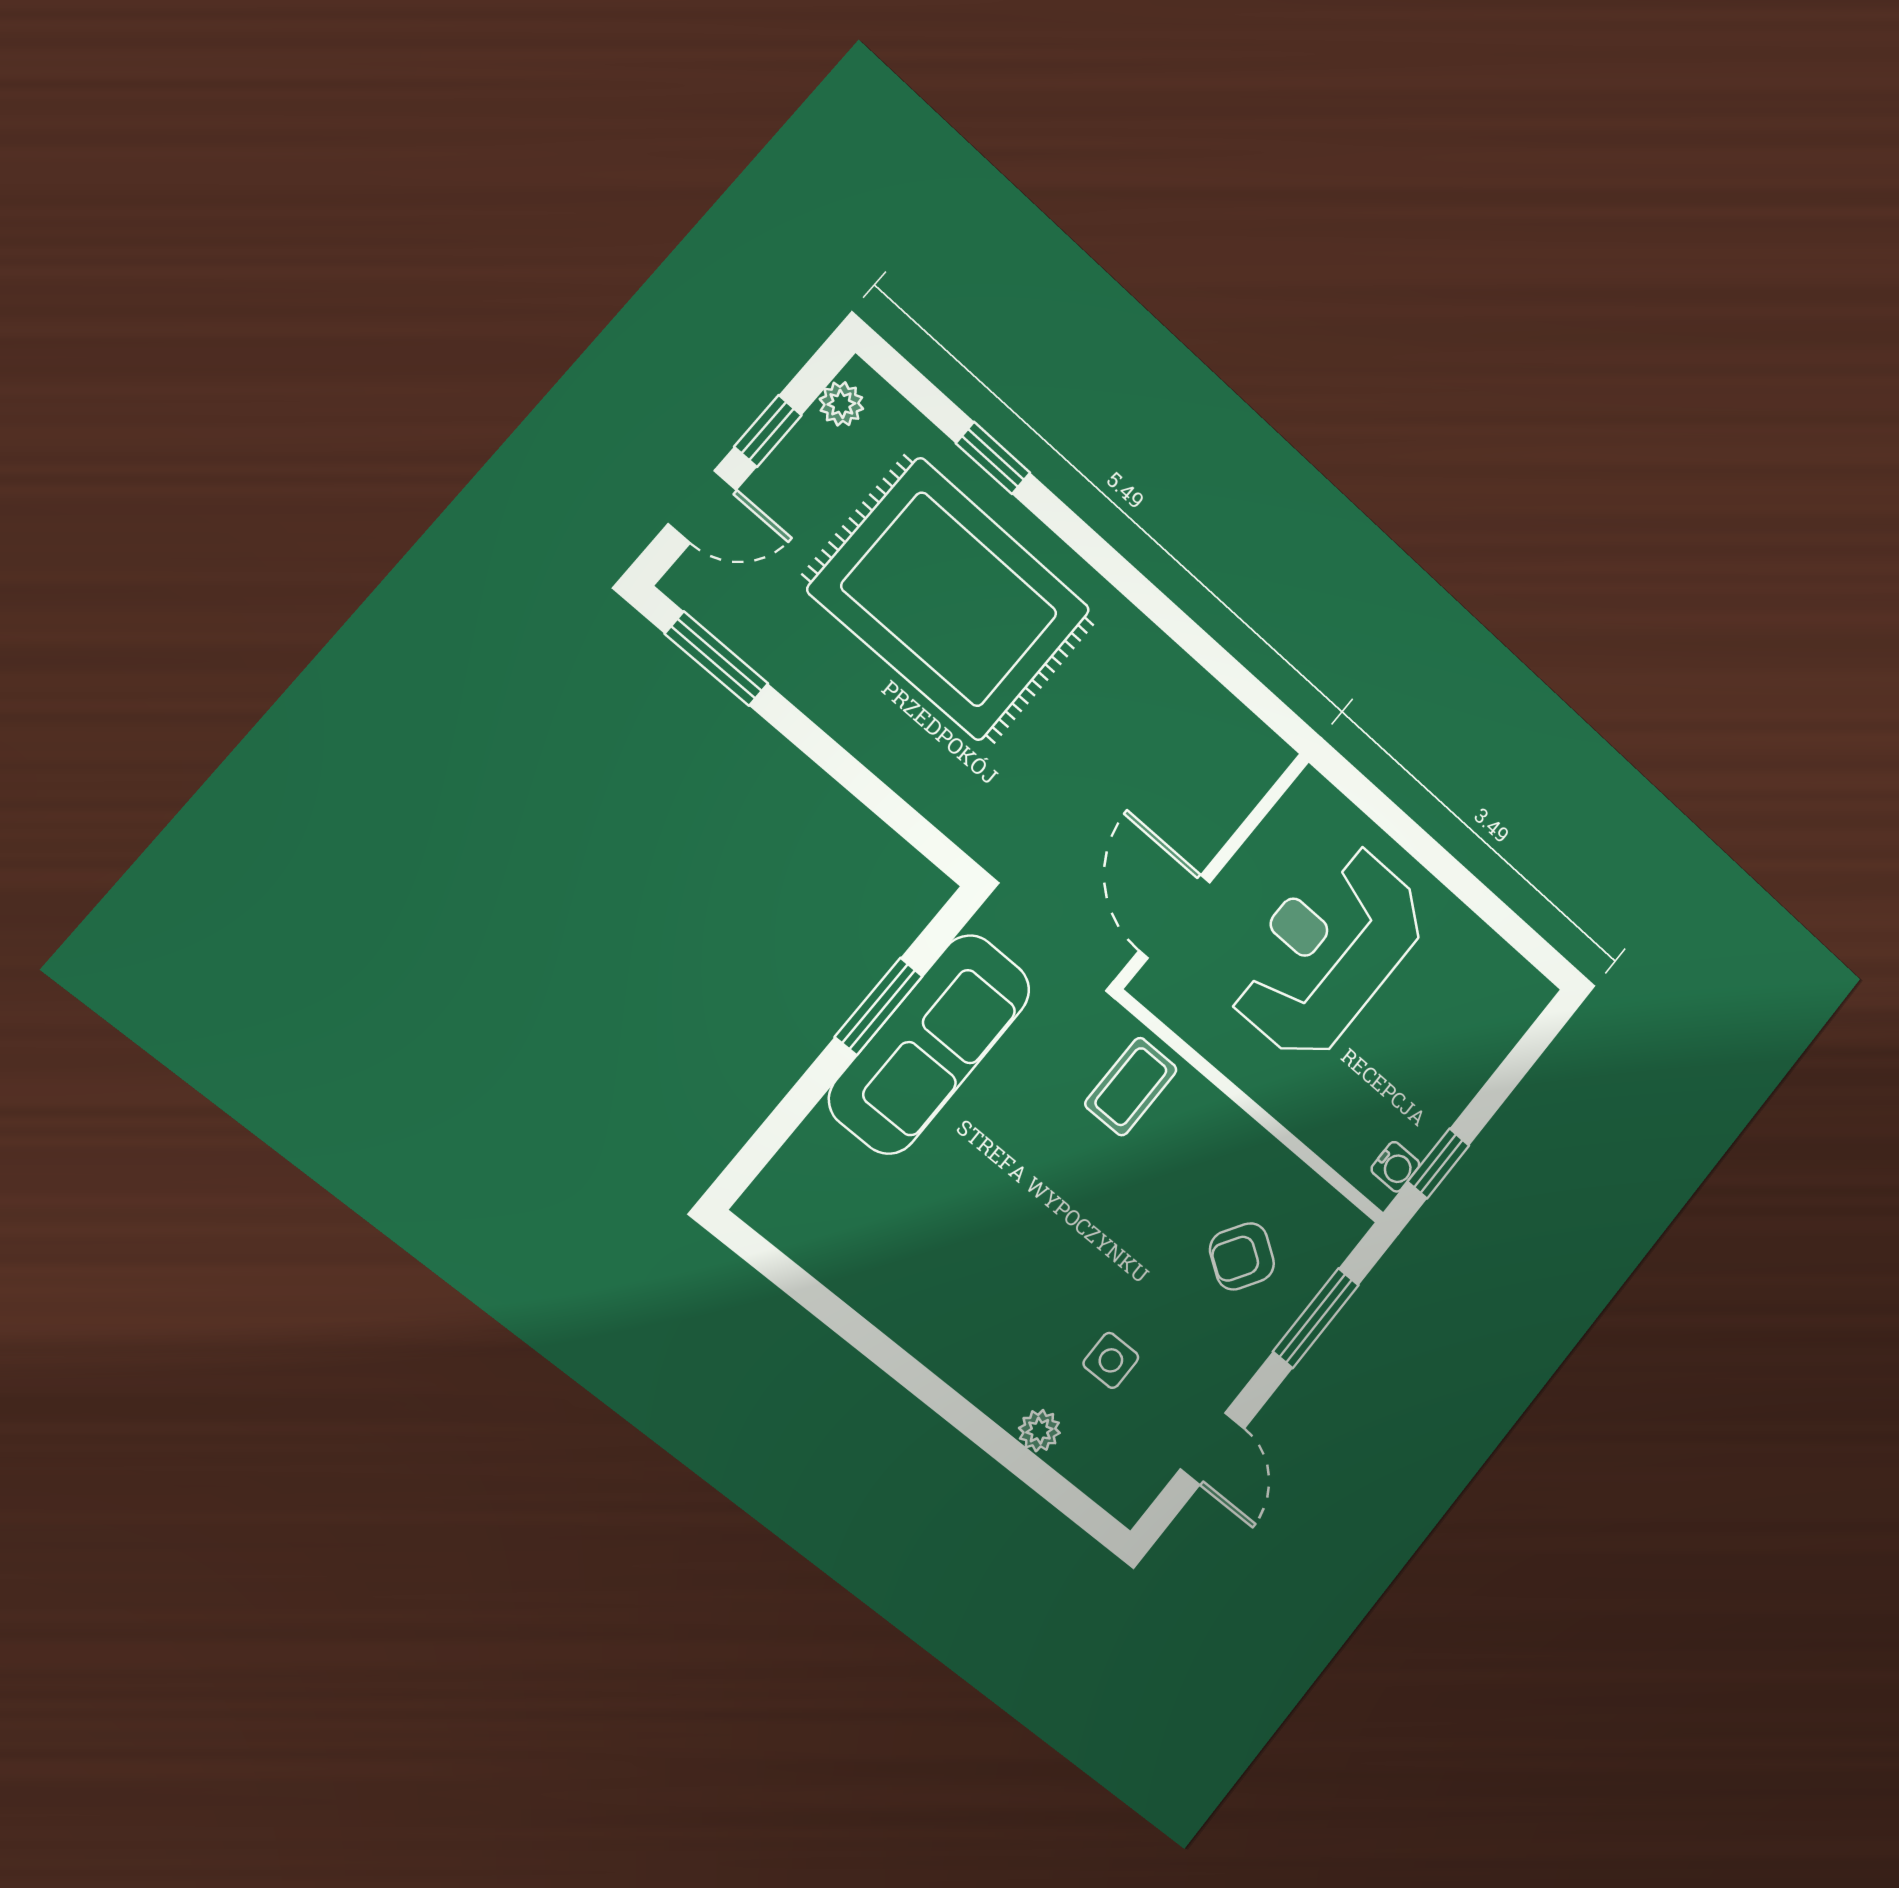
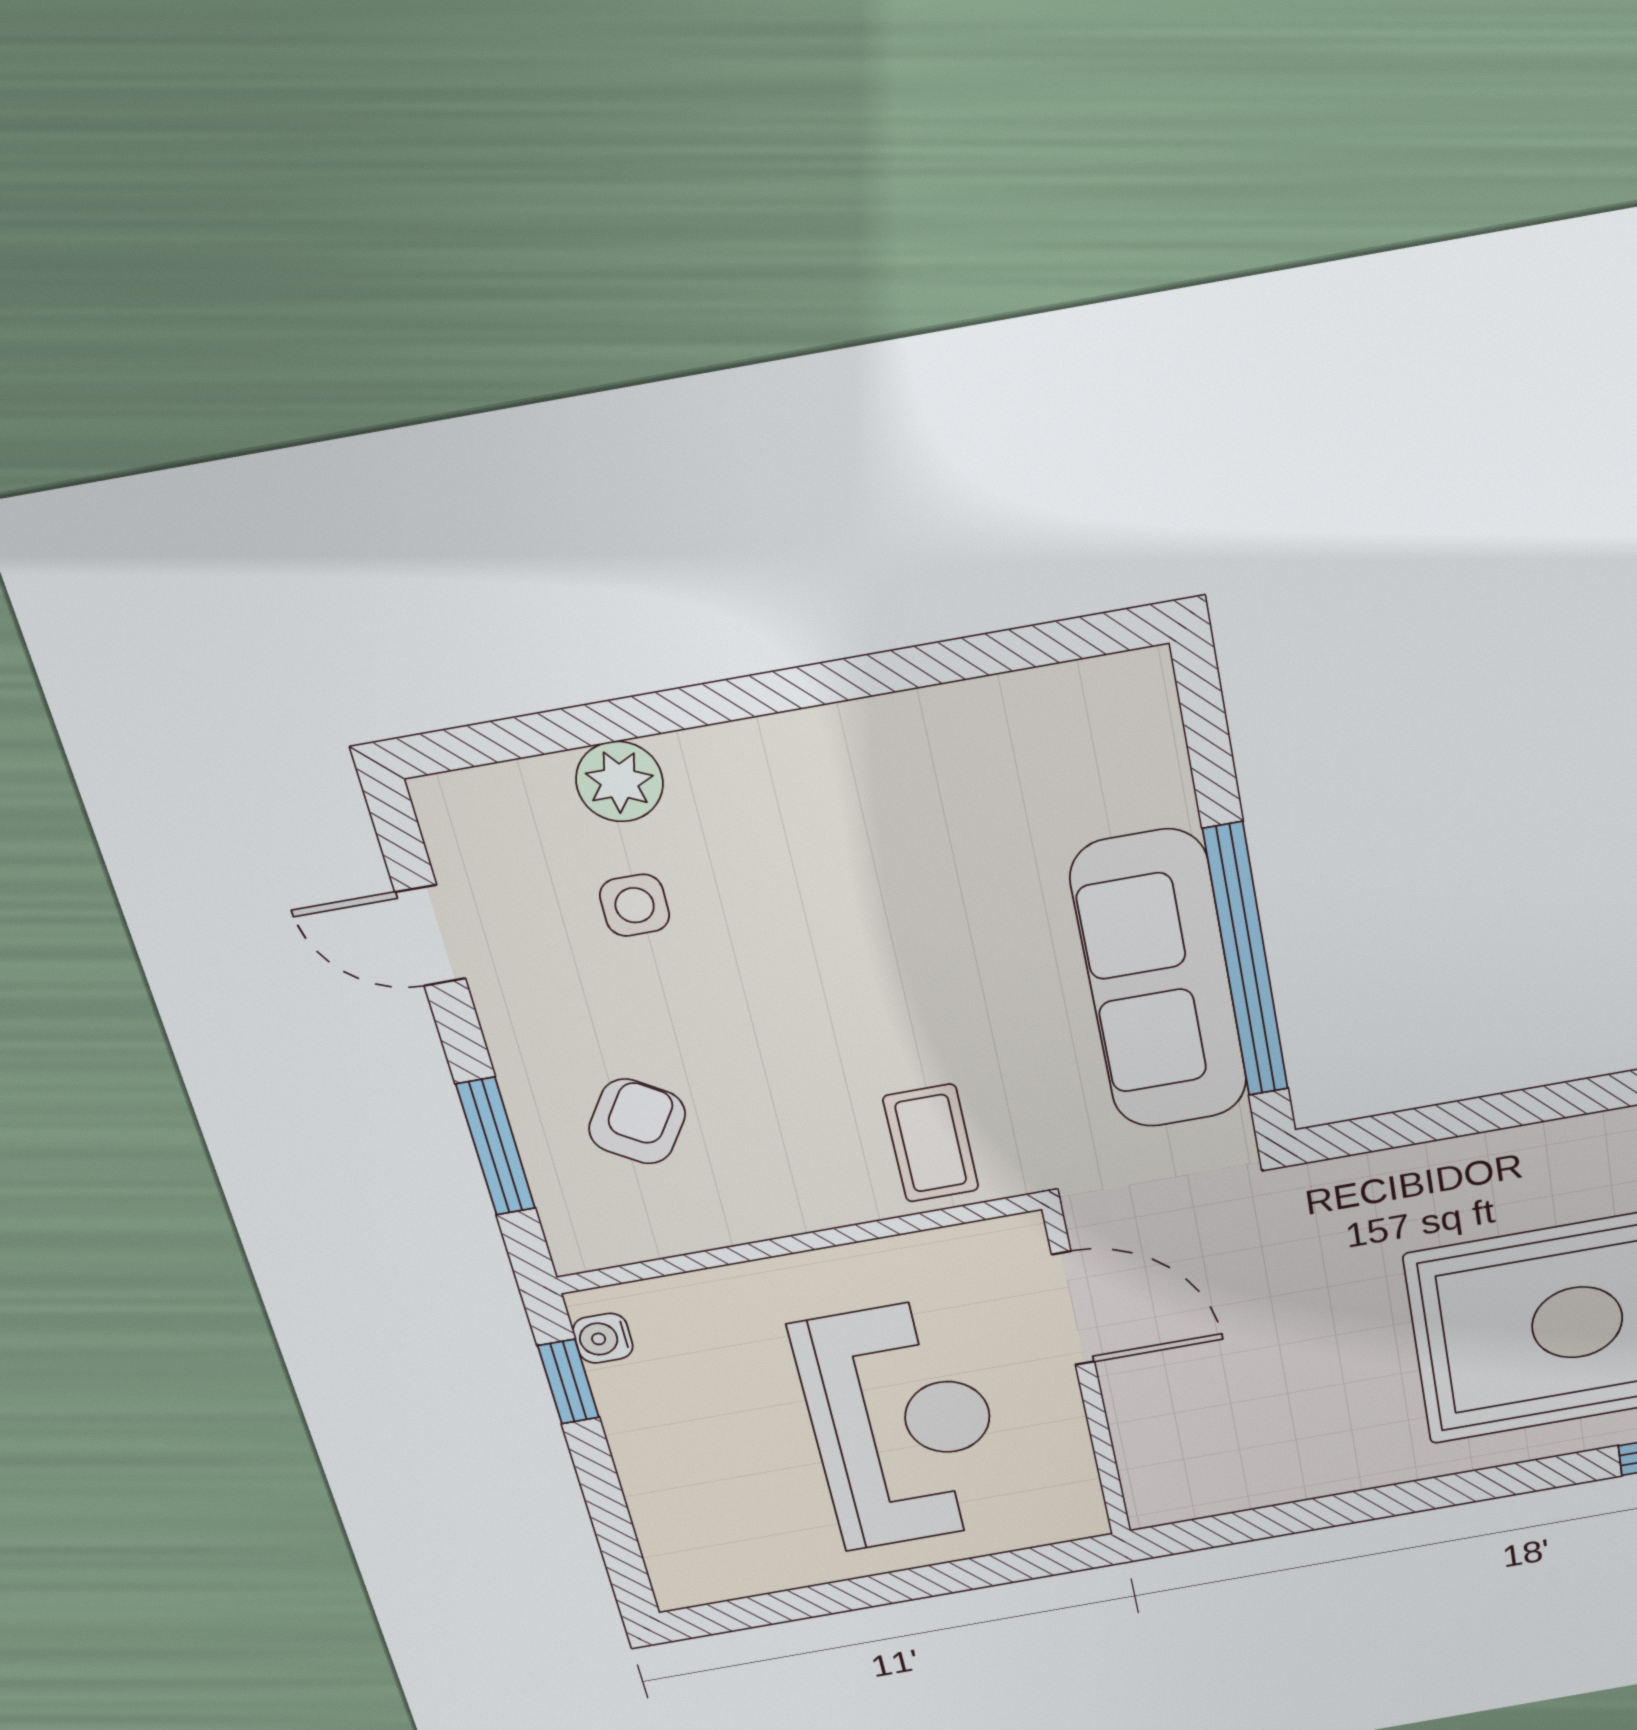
window: (879, 1006) -> (1246, 961), width x2.11
plant: (1039, 1431) -> (620, 782), width x1.38, depth x1.38

